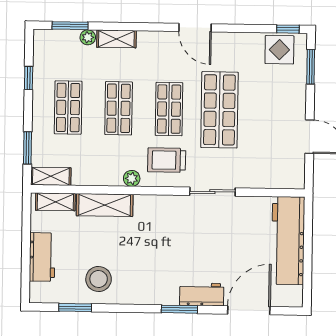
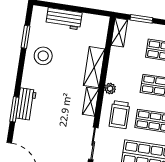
trolley: (167, 160) -> (119, 115), turned 180
shelving: (55, 202) -> (91, 102), moved
workbench: (202, 294) -> (26, 104), moved

